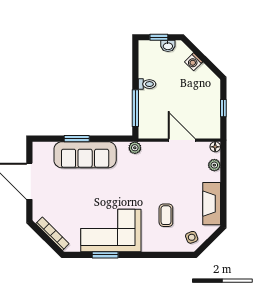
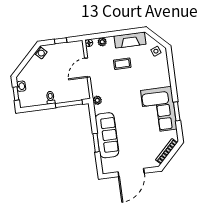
washing machine: (194, 62) -> (41, 53), moved
coffee table: (166, 215) -> (122, 64), moved

